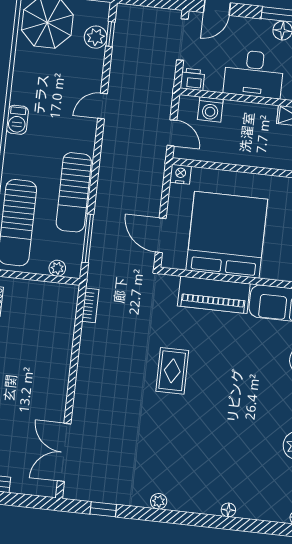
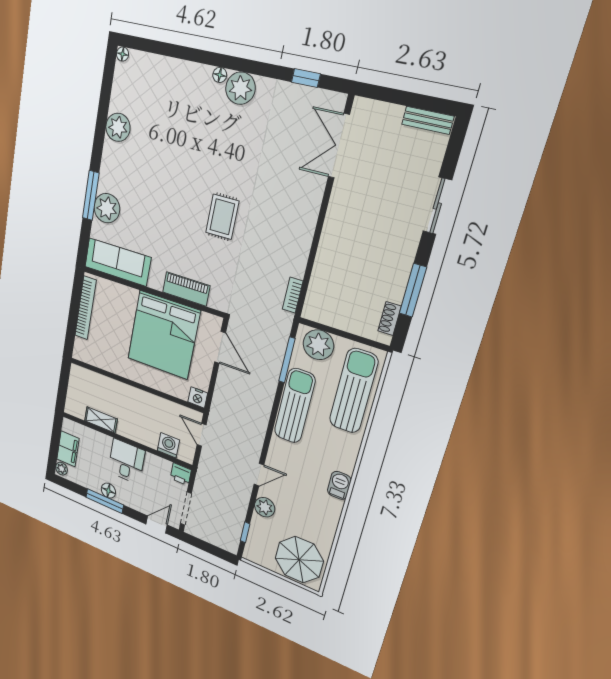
plant: (96, 37) -> (265, 507), moved
desk: (254, 74) -> (126, 461), width x0.73
plant: (57, 268) -> (318, 345), width x1.88, depth x1.88
piano: (214, 295) -> (186, 289), width x0.73, depth x0.75
double door: (64, 452) -> (339, 146), swing flipped
plant: (159, 501) -> (240, 88), width x1.88, depth x1.88
floor lamp: (228, 510) -> (220, 75), moved

